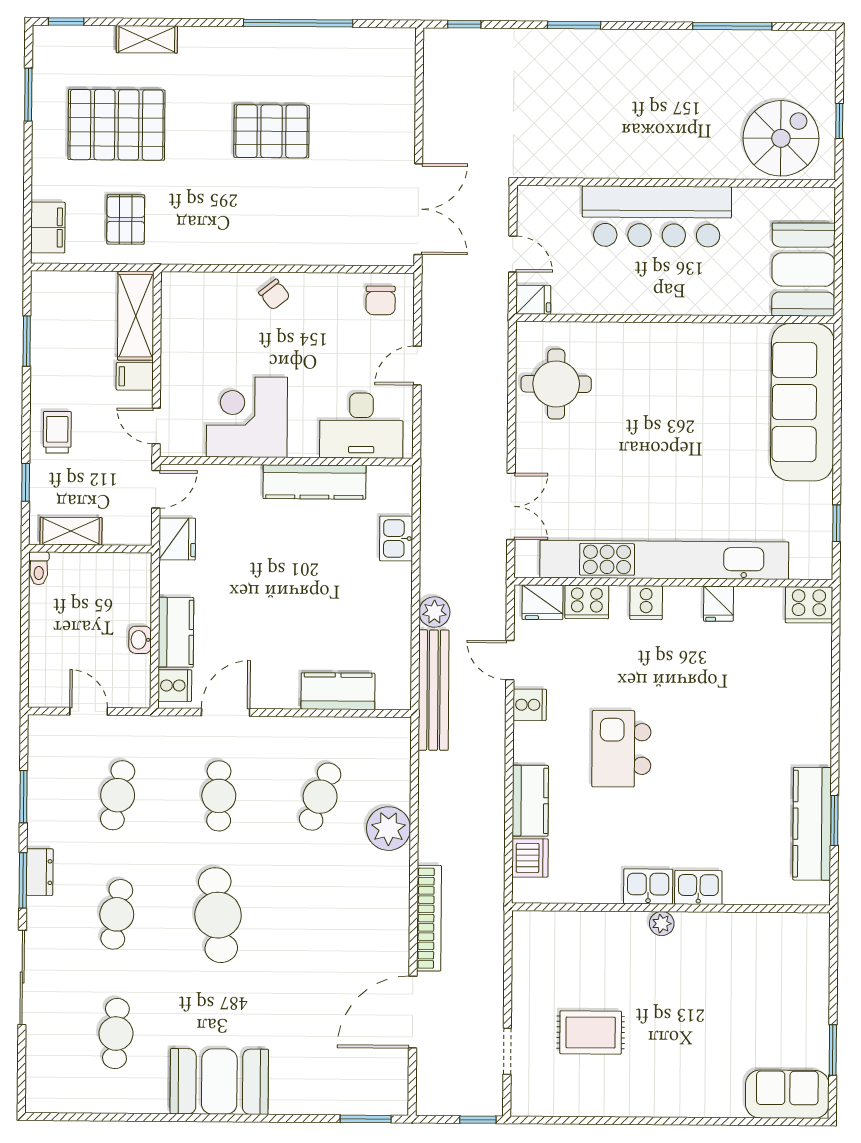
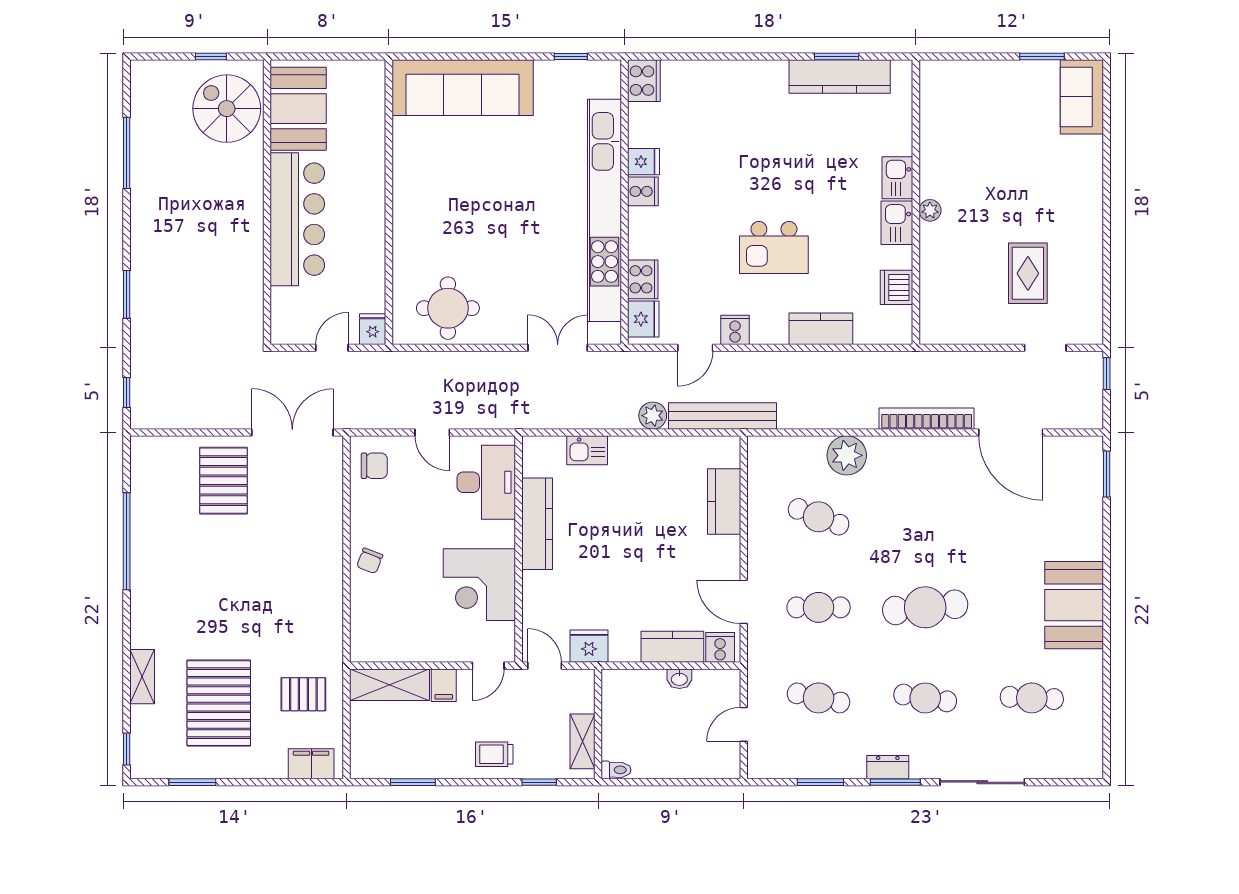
pallet: (272, 131) -> (223, 481), moved
booth: (803, 270) -> (298, 109), moved, turned 90
chair: (274, 295) -> (370, 561), turned 149
cooker: (646, 603) -> (643, 191), moved
dishwasher: (530, 858) -> (897, 287), moved, turned -90

